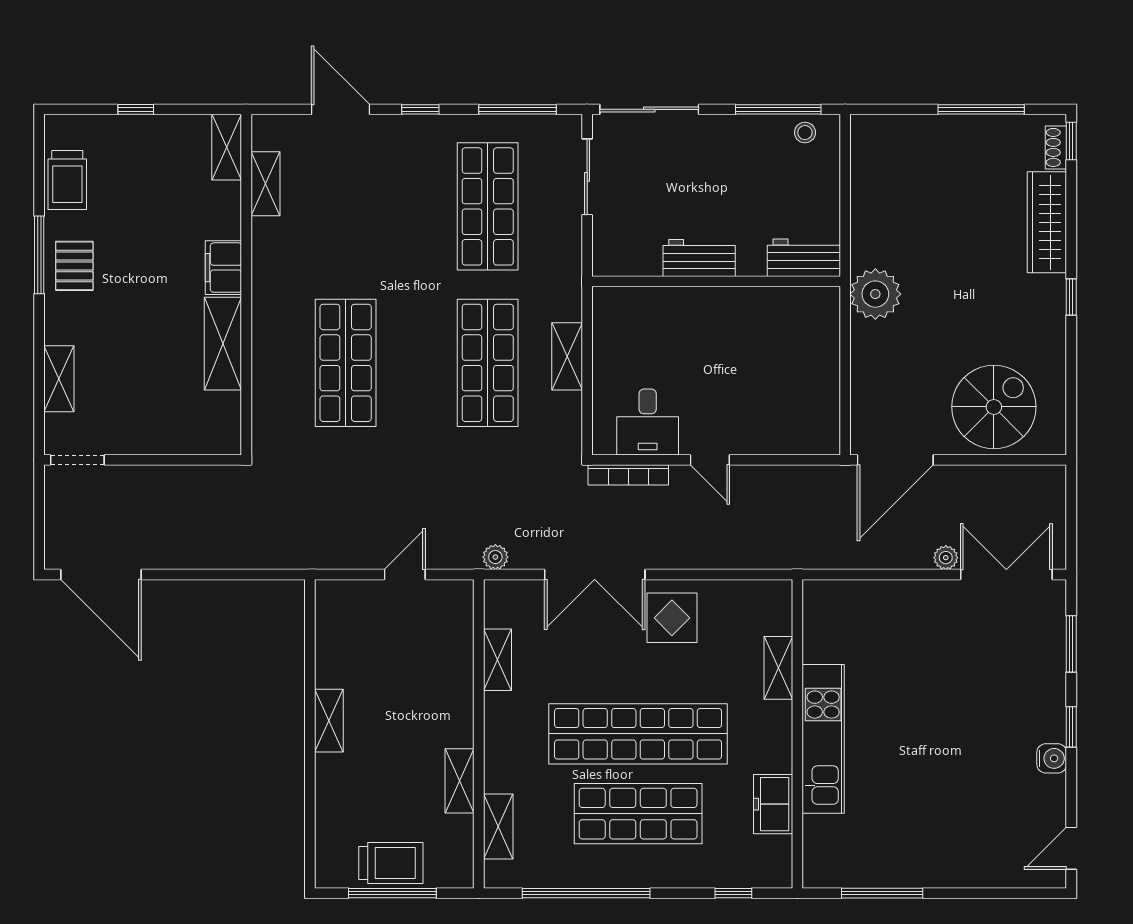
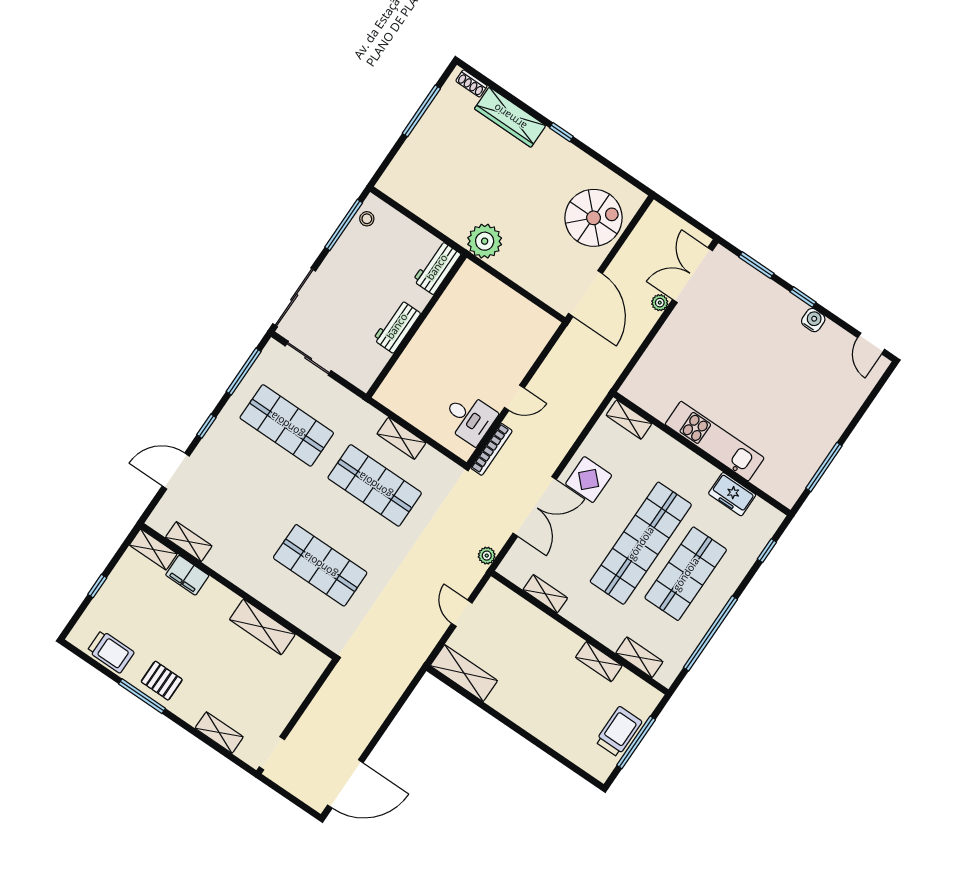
window: (1071, 141) -> (474, 72), removed
filing cabinet: (223, 268) -> (187, 575), moved
spiral stairs: (994, 407) -> (594, 218), turned 90
shelving: (778, 668) -> (629, 419), moved
shelving: (329, 721) -> (464, 673), moved, width x1.50, depth x1.33

